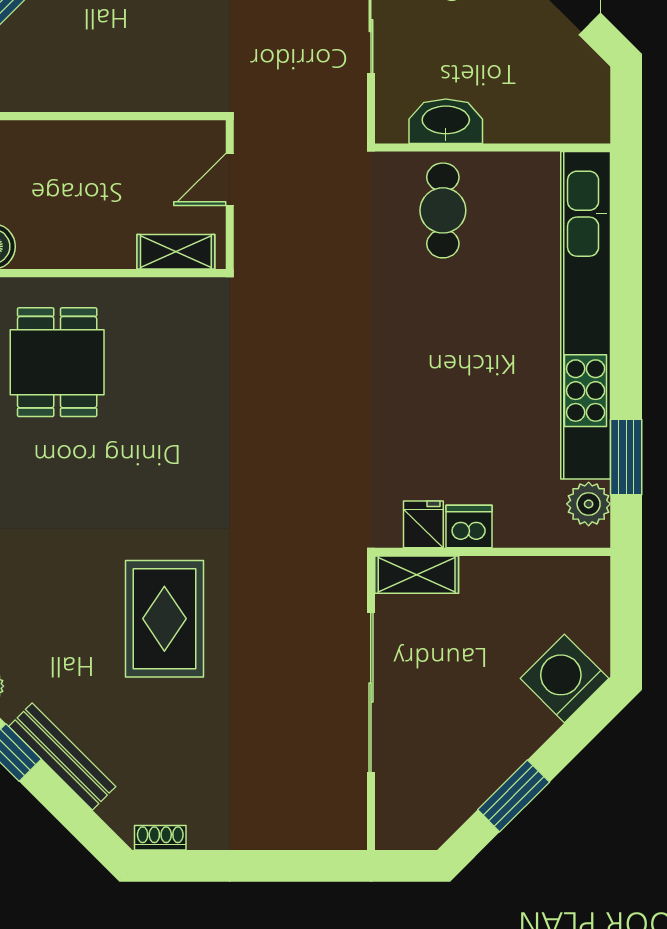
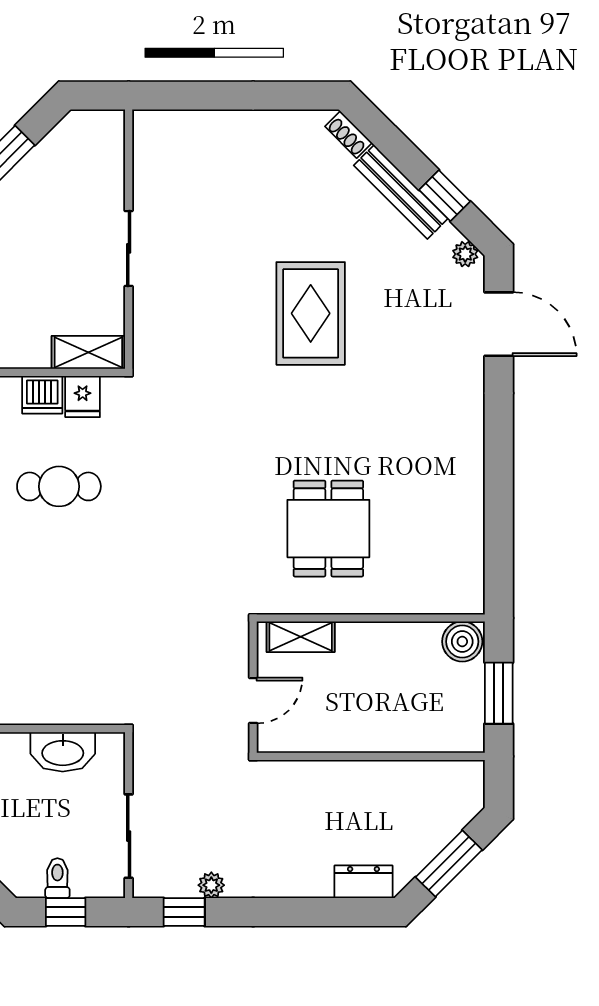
cafe table: (443, 210) -> (59, 486), moved, turned 90
dining table: (57, 362) -> (328, 529), moved
sliding door: (371, 693) -> (129, 248), width x0.54
shoe rack: (160, 838) -> (349, 135), moved, turned 45

